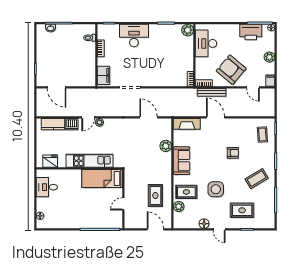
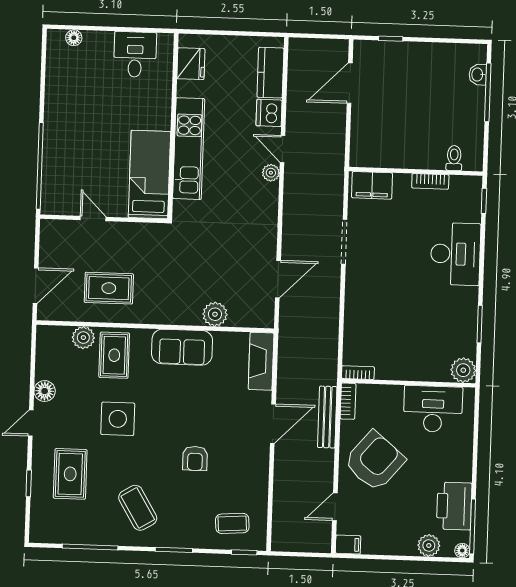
plant: (269, 57) -> (429, 545), moved

